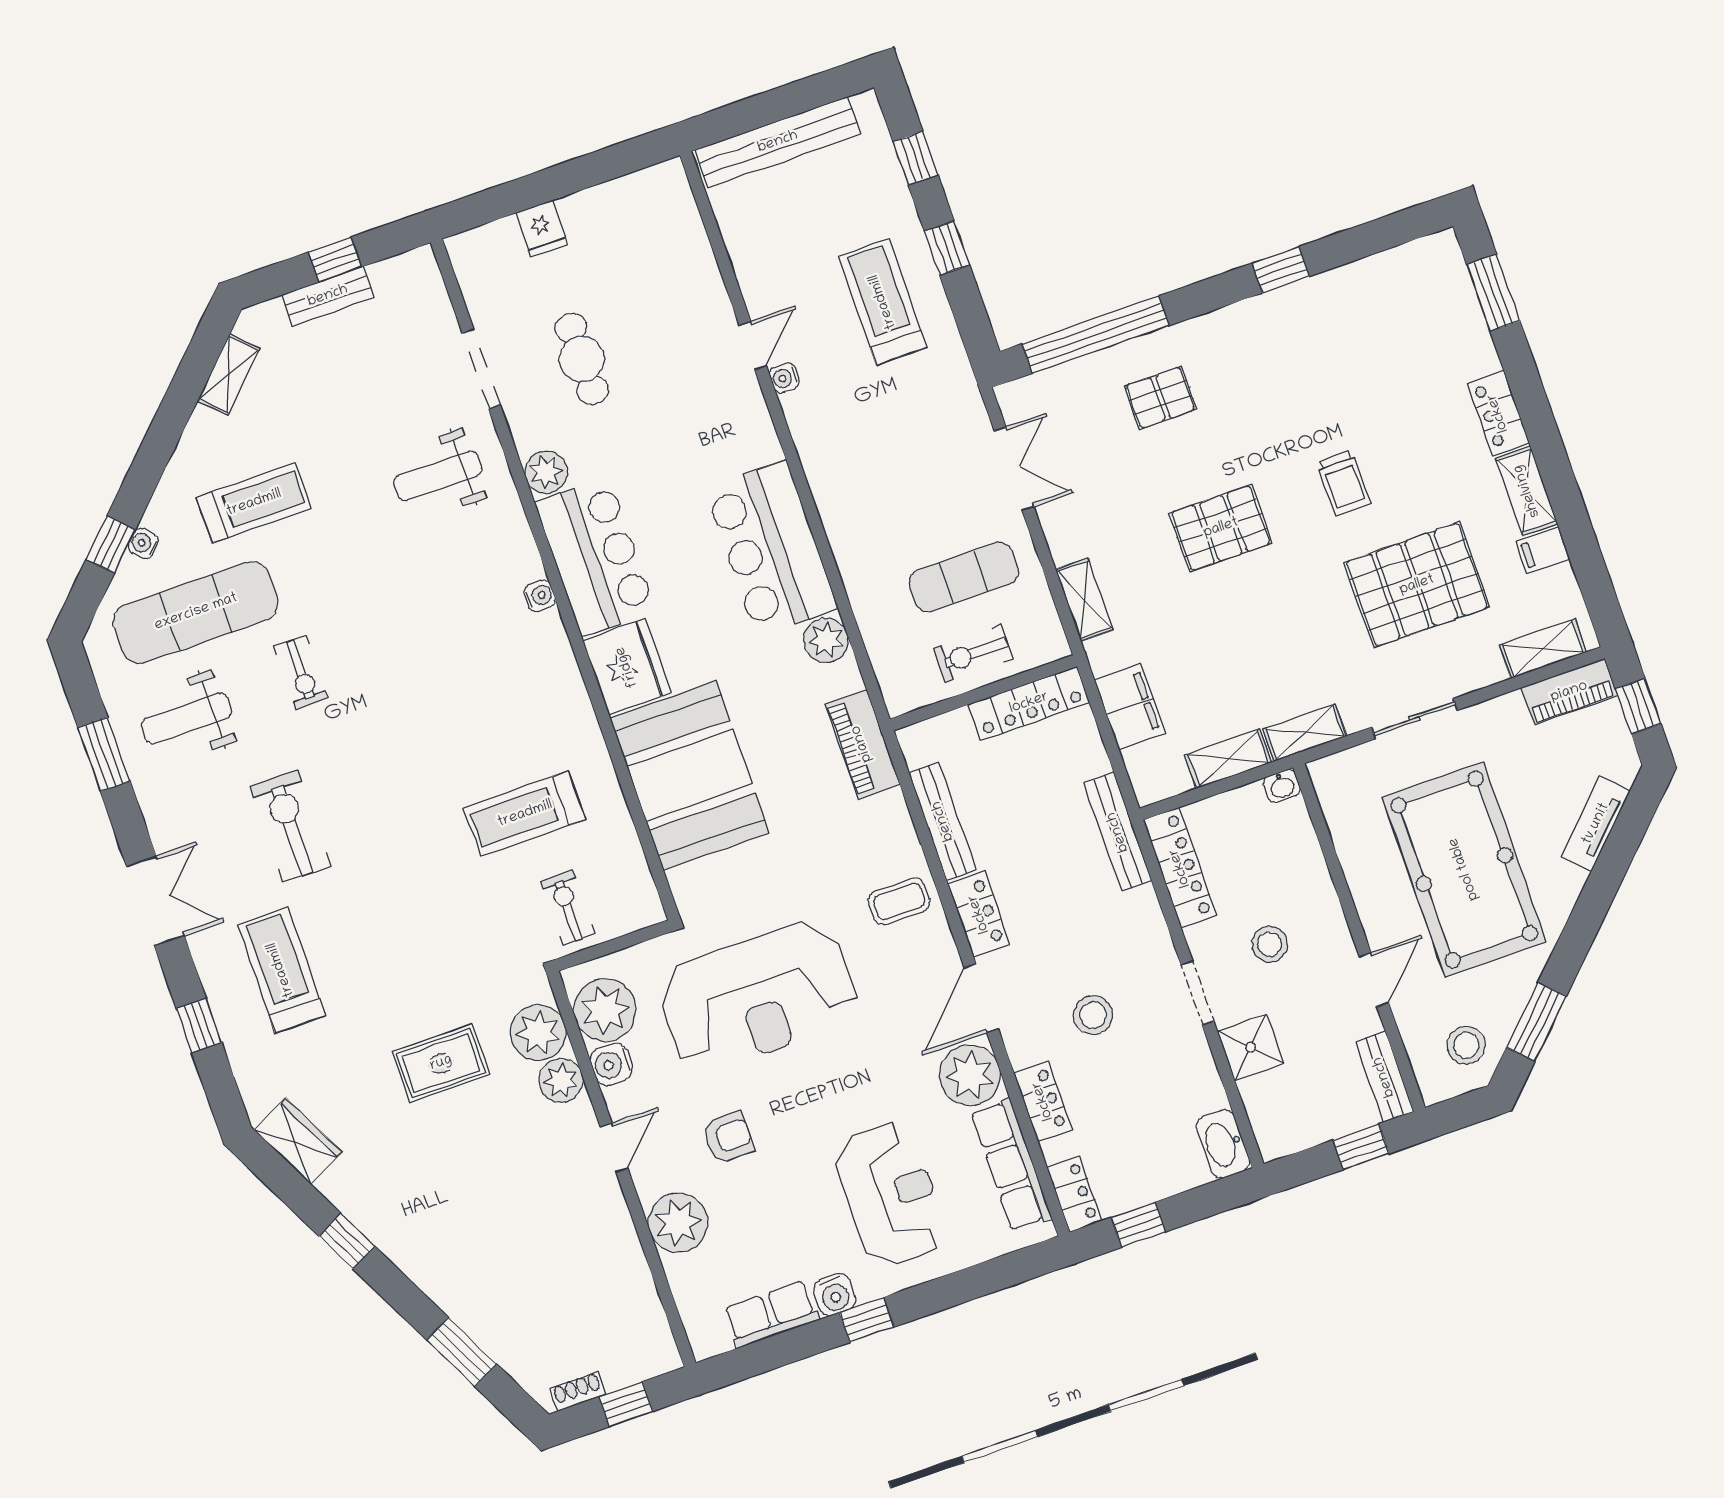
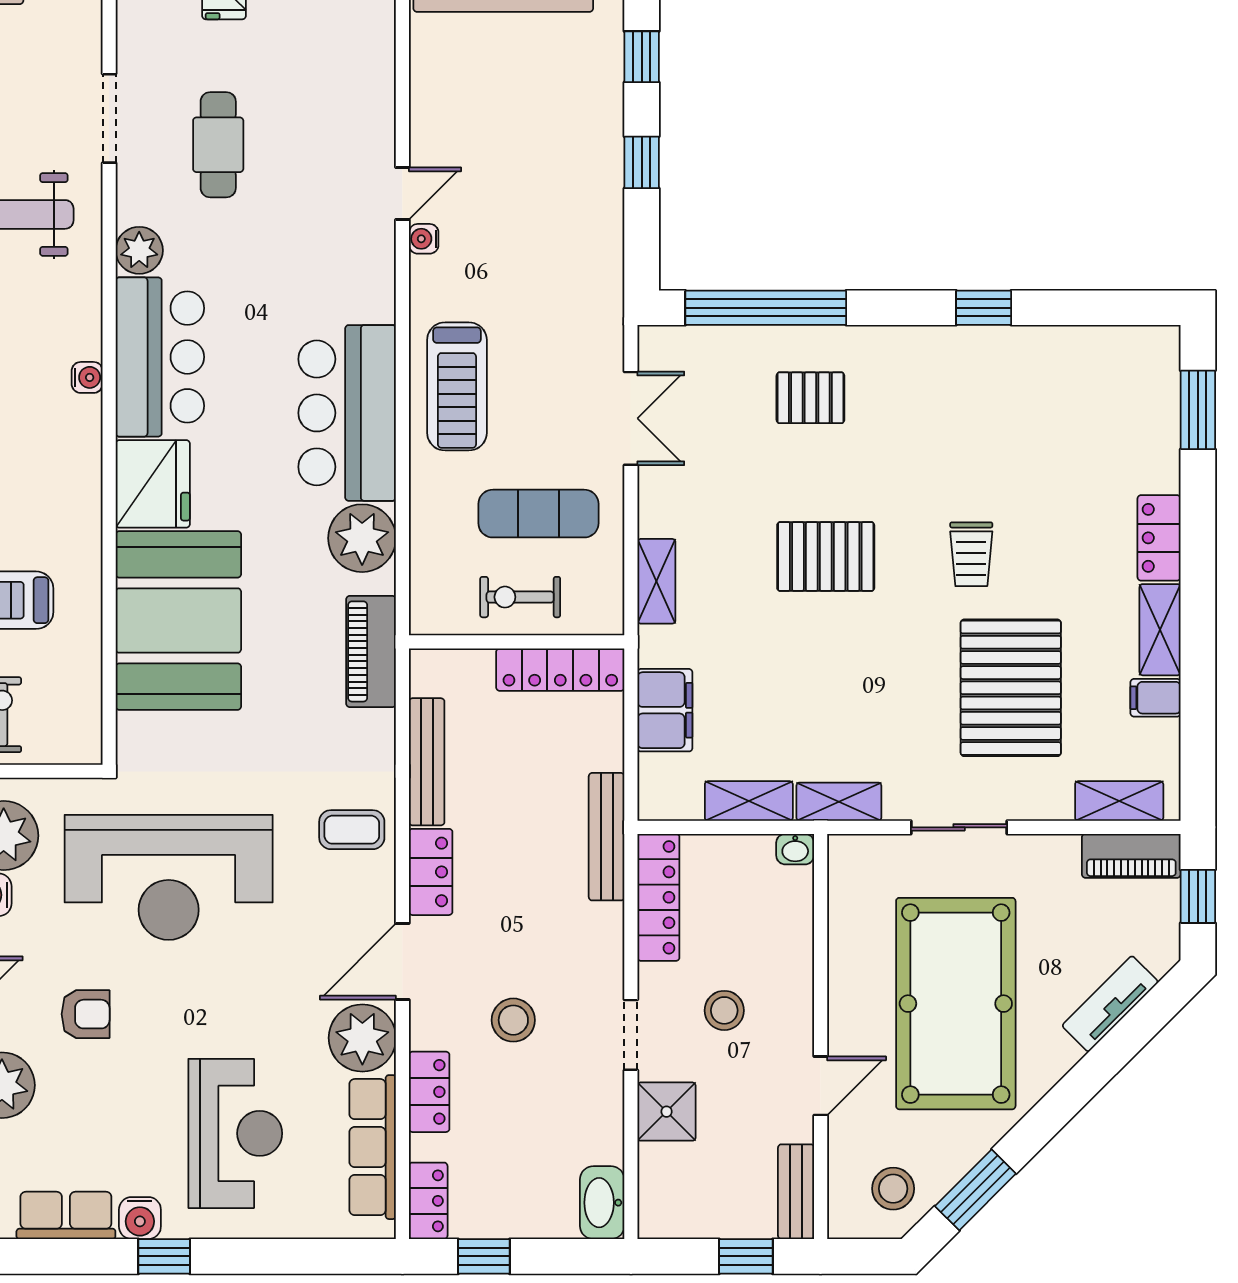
treadmill: (883, 302) -> (457, 386), moved, turned 180
pallet: (1417, 585) -> (1011, 688), turned 90
plant: (826, 640) -> (362, 538), width x1.36, depth x1.36

